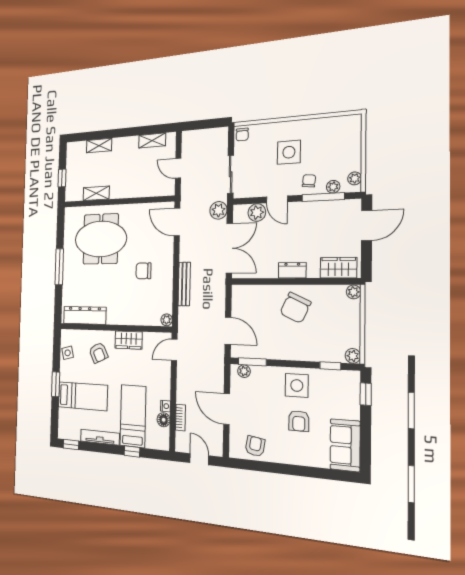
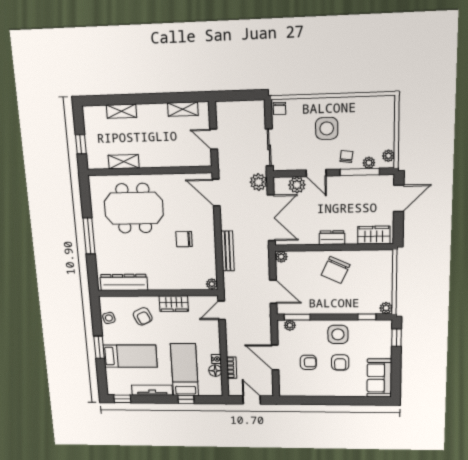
plant: (354, 292) -> (281, 257), moved
armchair: (255, 446) -> (308, 362), moved, turned 81

